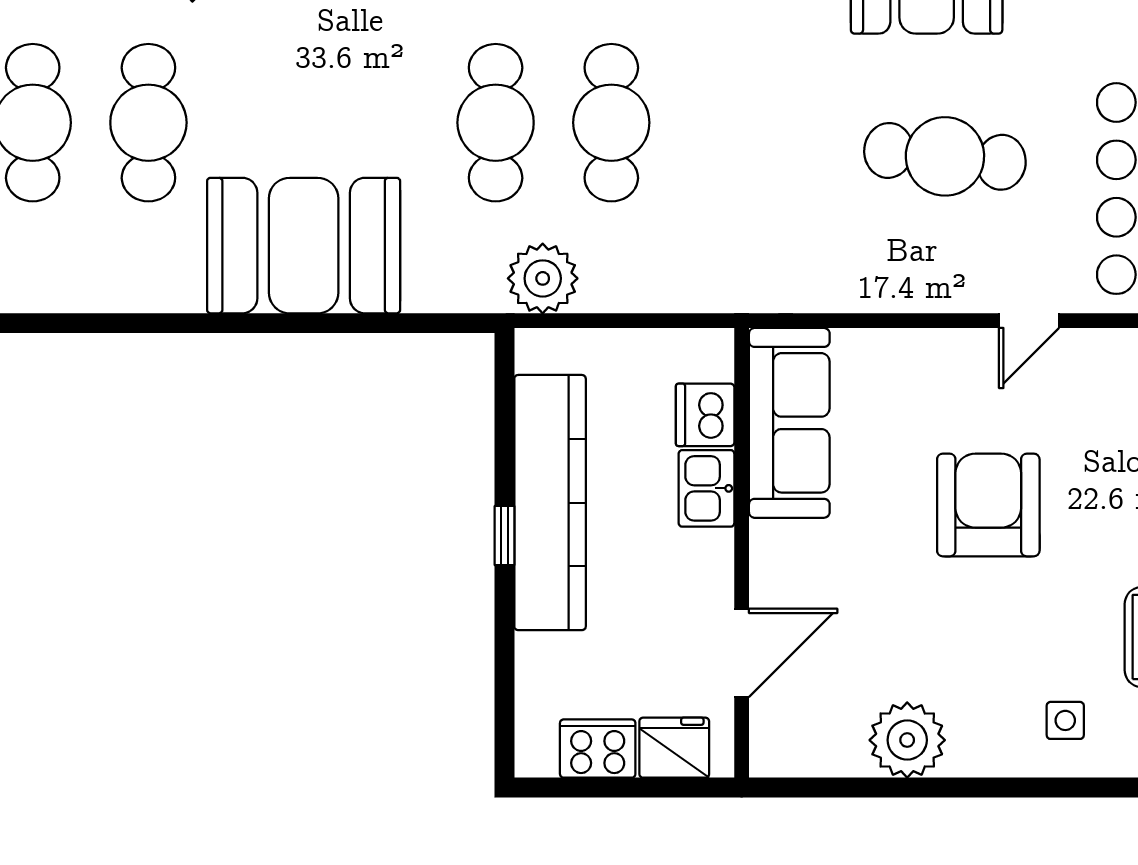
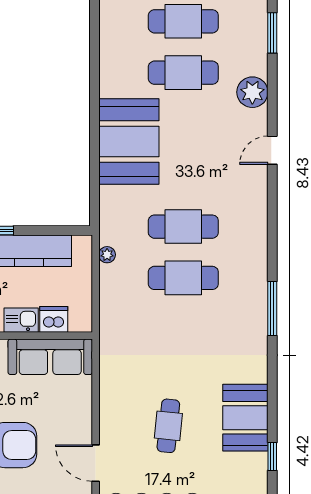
cafe table: (945, 156) -> (168, 426), width x0.73, depth x0.74
plant: (543, 278) -> (107, 255), width x0.53, depth x0.53
door: (1029, 321) -> (96, 463), width x1.38

